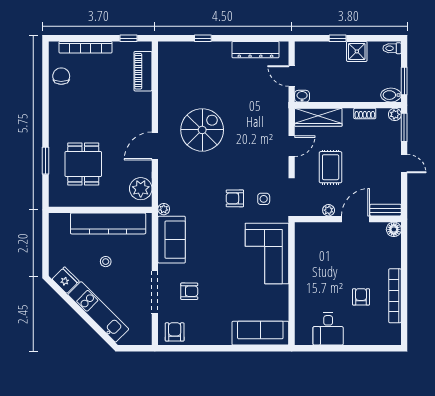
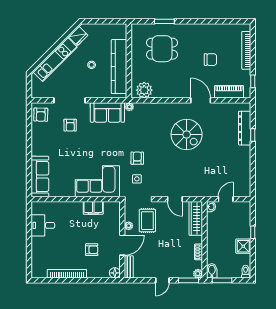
dresser: (255, 50) -> (245, 128), moved
chair: (61, 76) -> (210, 60), moved
door: (155, 146) -> (201, 100), moved
rug: (331, 167) -> (147, 221), moved, turned 90
door: (355, 219) -> (122, 245), hinge flipped
filing cabinet: (304, 259) -> (93, 208), added
armchair: (361, 297) -> (92, 250), moved
armchair: (175, 332) -> (41, 115), turned 91

